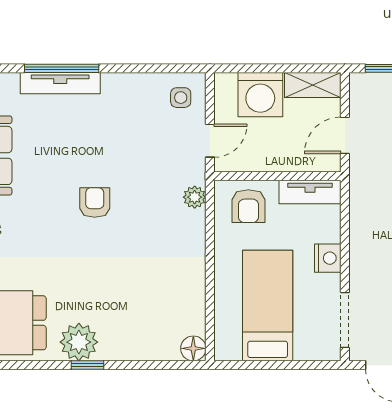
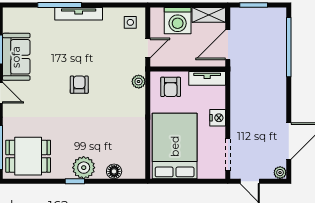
tv unit: (60, 83) -> (79, 14), moved
door: (345, 135) -> (228, 45), width x1.38
bed: (268, 306) -> (175, 146), width x1.50
plant: (79, 342) -> (84, 168), moved
floor lamp: (193, 348) -> (114, 171), moved

